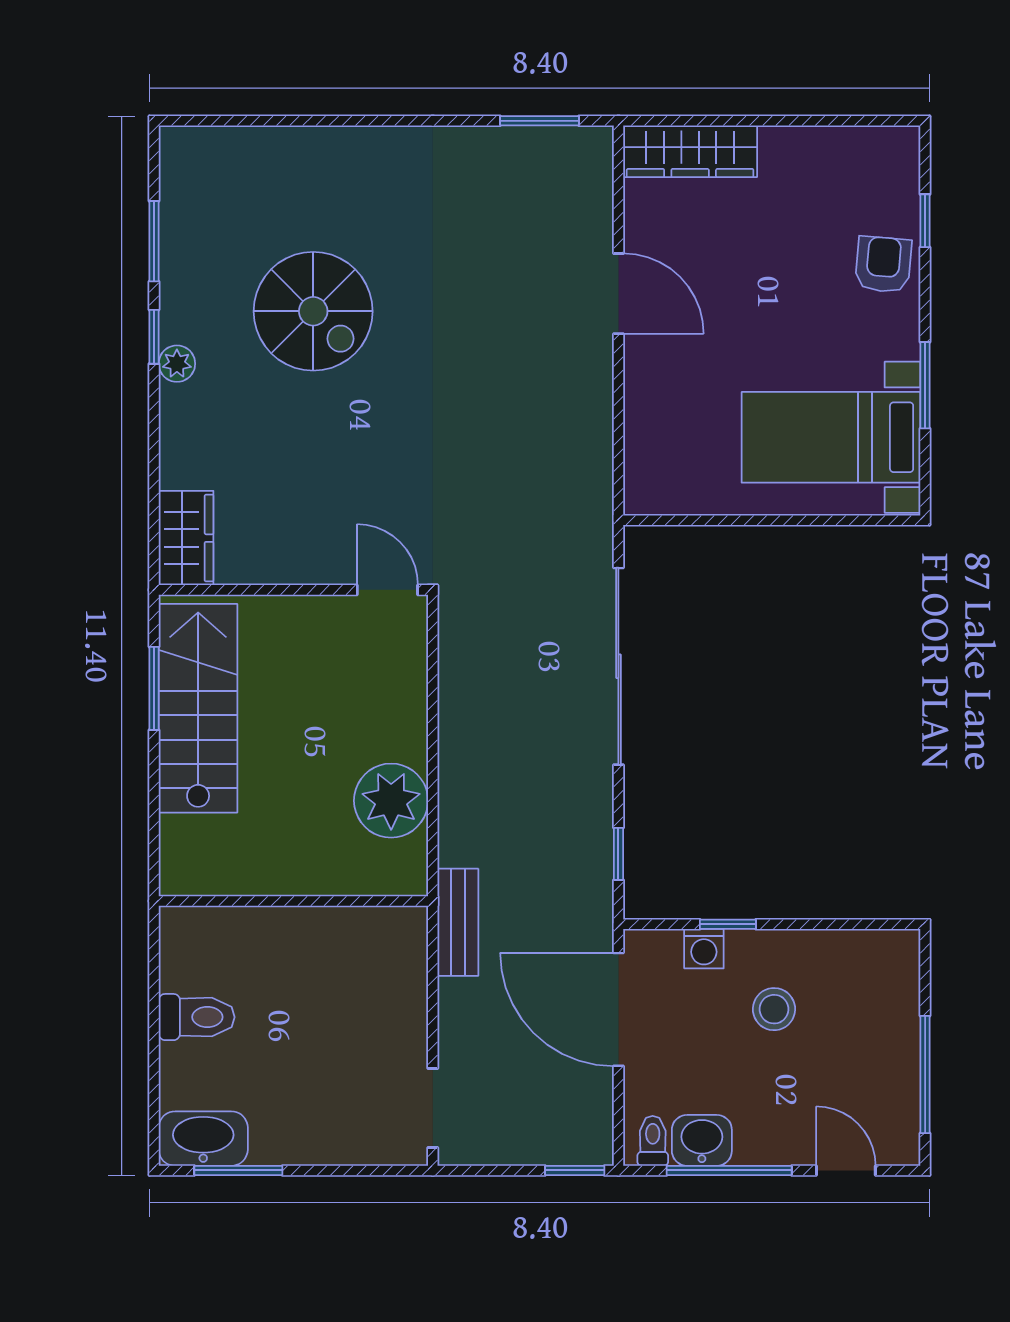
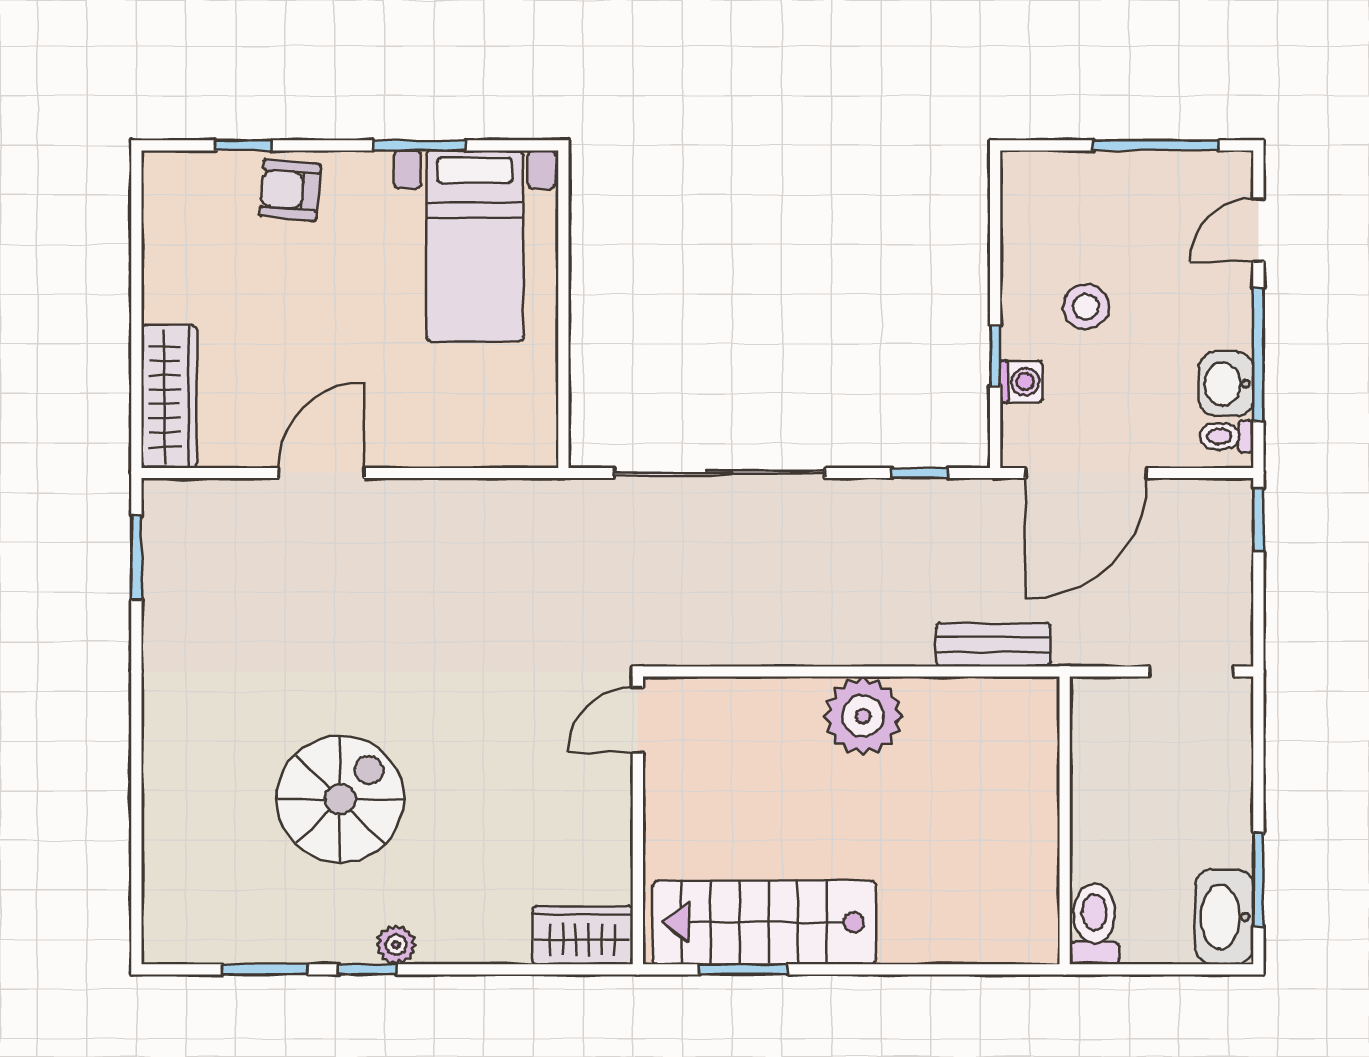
wall: (293, 901) -> (1065, 820), moved

